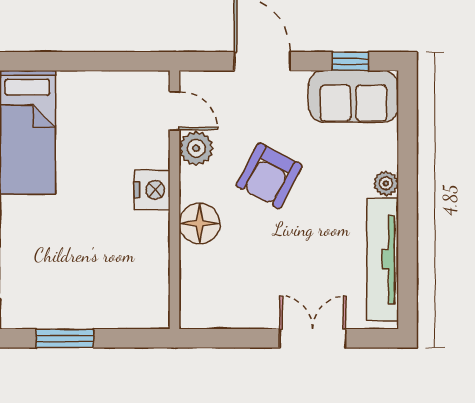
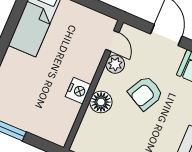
nightstand: (152, 190) -> (78, 91), moved

